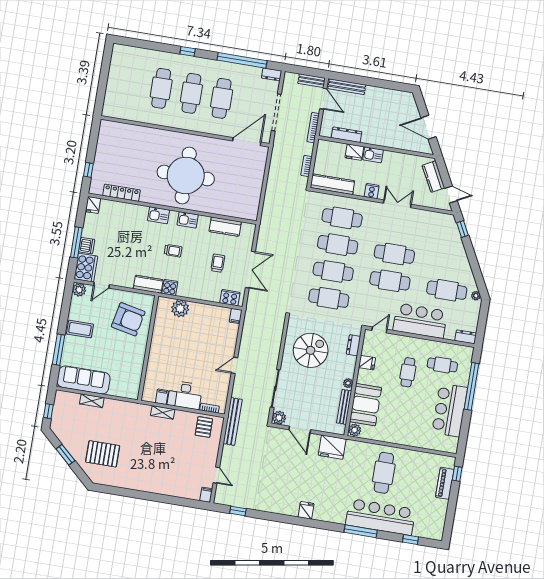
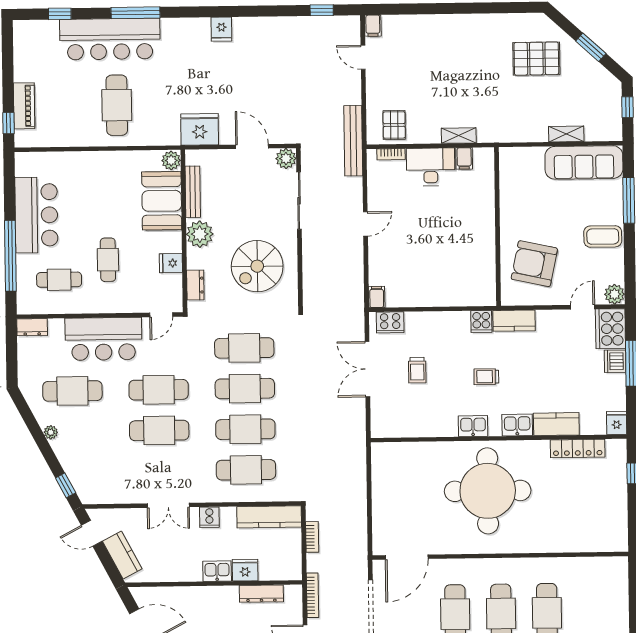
kitchen counter: (225, 227) -> (556, 424), moved
plant: (476, 296) -> (51, 432), moved
plant: (180, 308) -> (461, 293), removed
plant: (348, 383) -> (200, 234), width x1.88, depth x1.88

